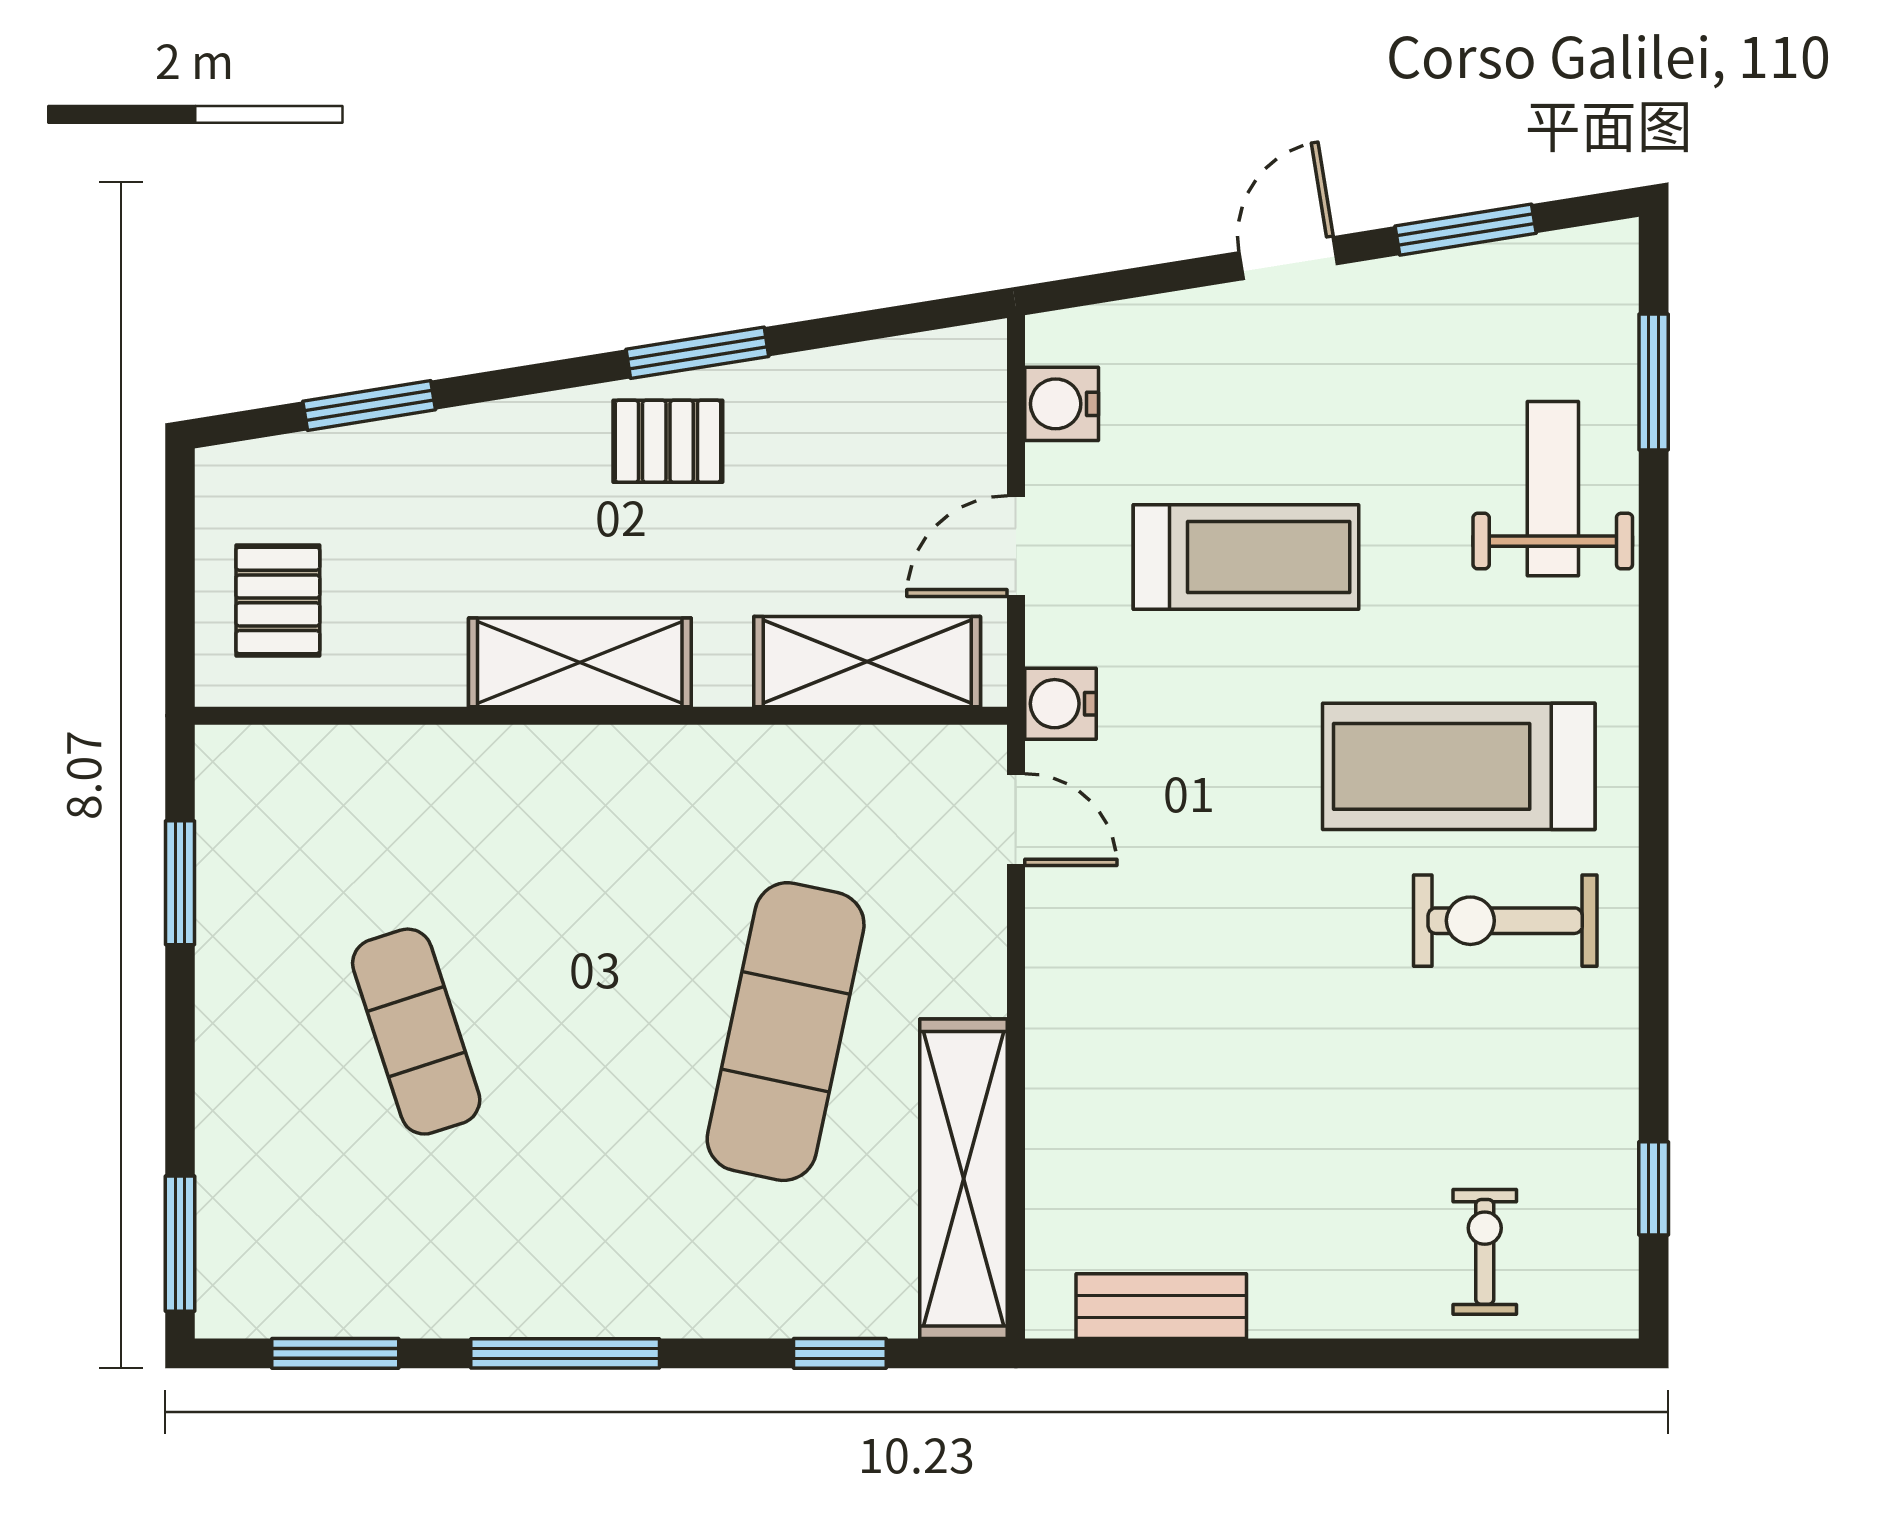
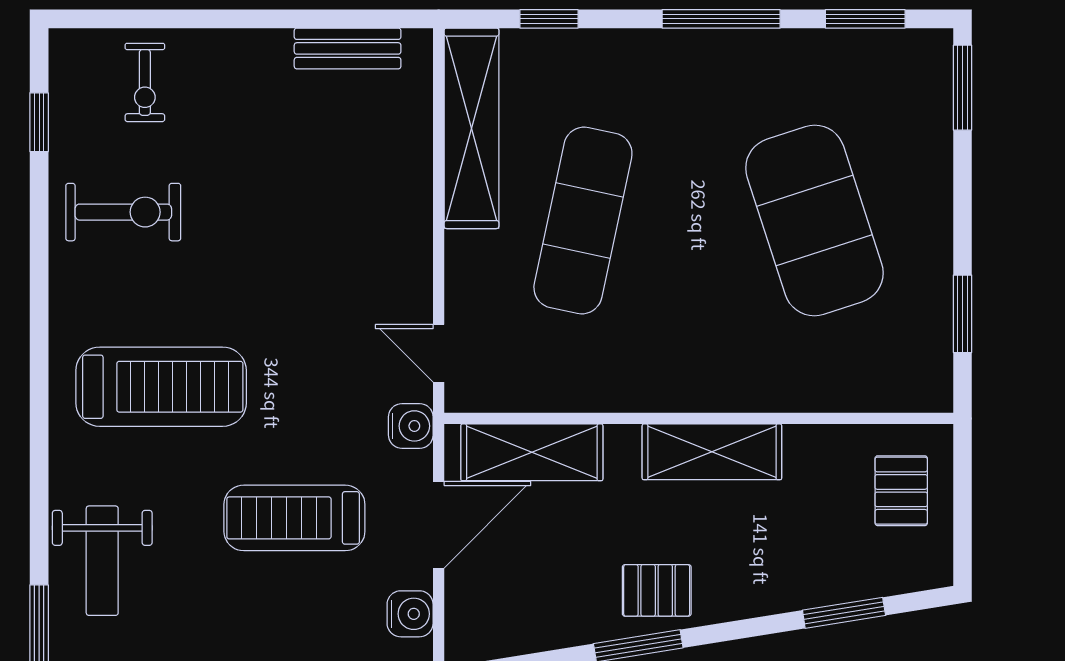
door: (1016, 546) -> (439, 525), width x1.38
exercise bike: (1505, 921) -> (123, 212), moved
exercise mat: (416, 1032) -> (814, 220), width x2.00, depth x1.45

